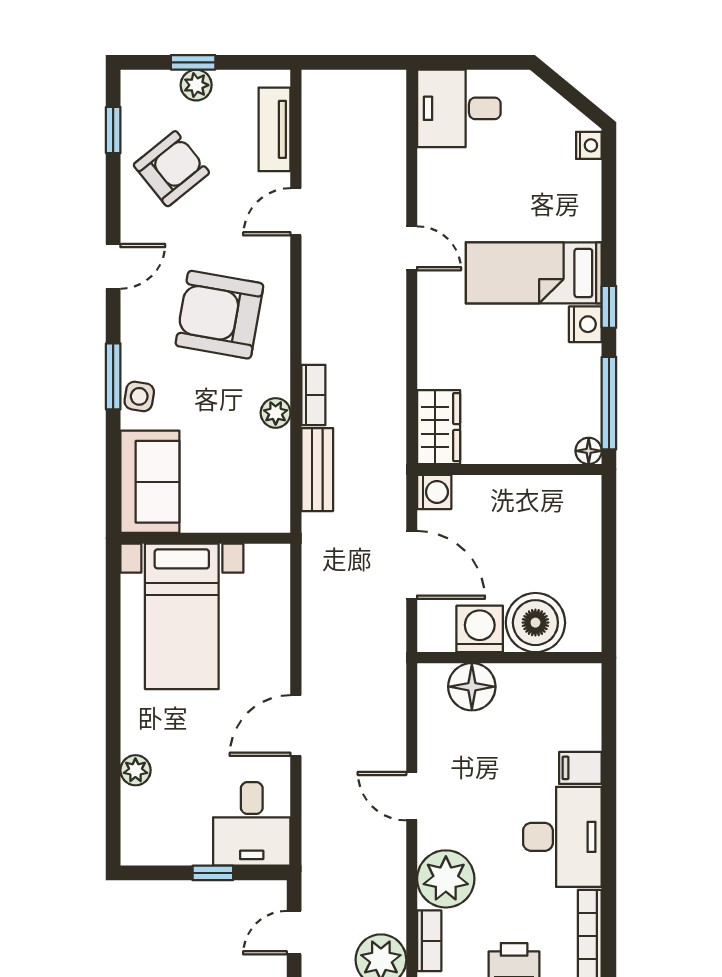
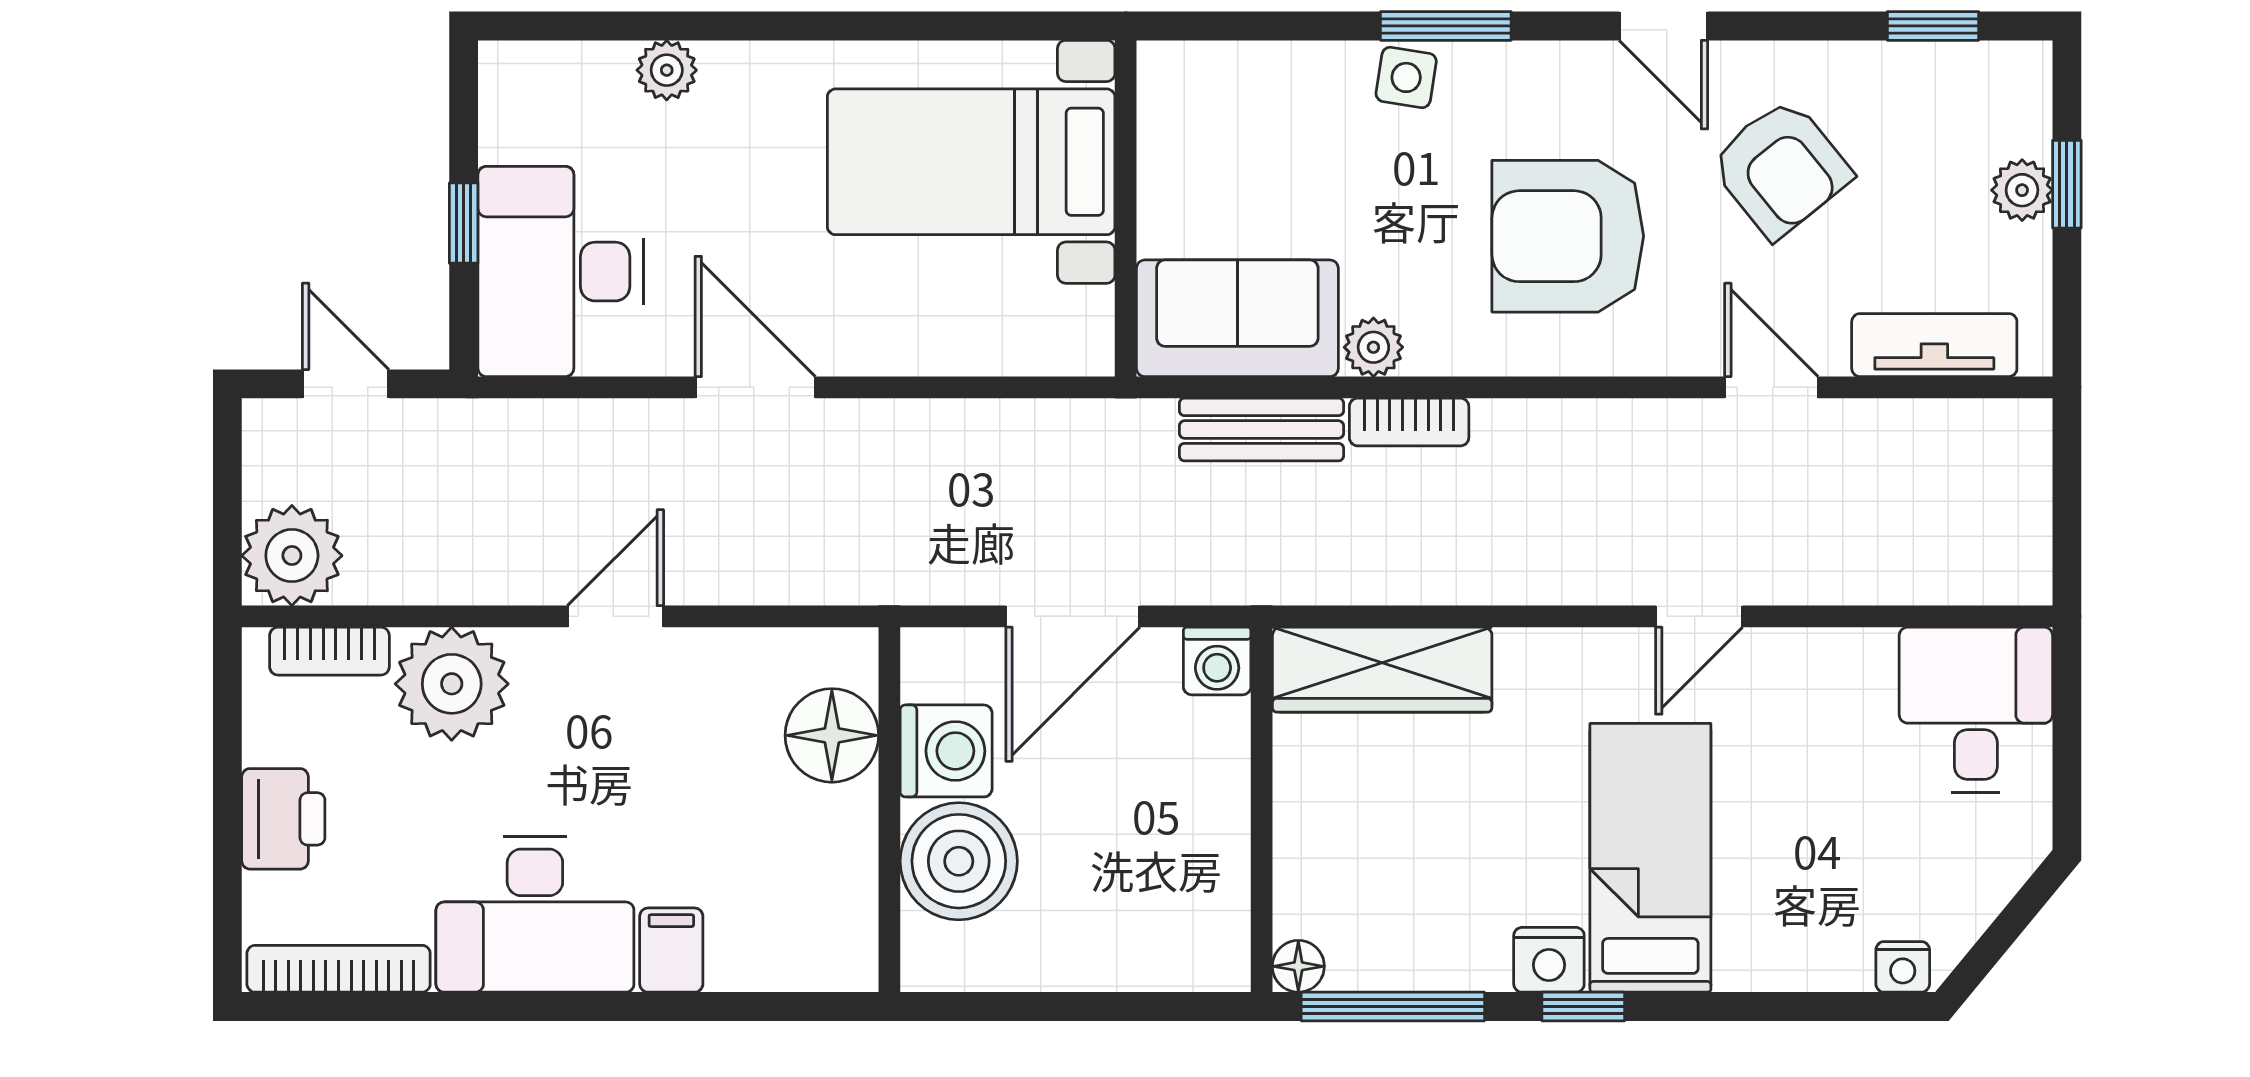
armchair: (171, 169) -> (1781, 168), moved
armchair: (219, 315) -> (1568, 236), turned -100
wardrobe: (439, 427) -> (1382, 670), width x1.50
sofa: (150, 482) -> (1237, 318), moved, turned 180
desk: (252, 824) -> (561, 272), width x1.37

